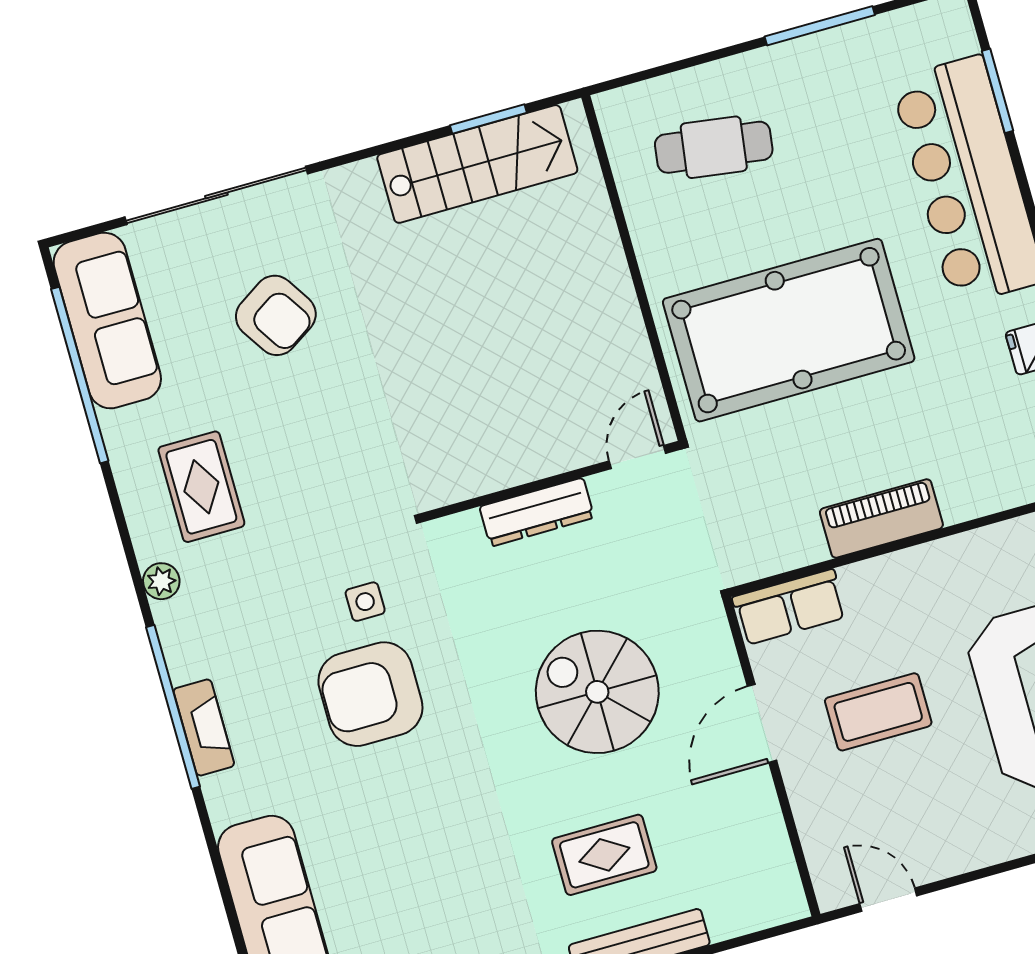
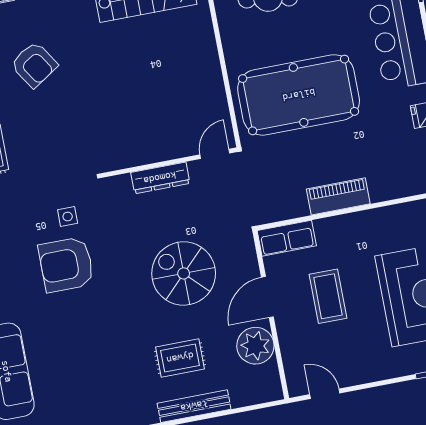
coffee table: (878, 712) -> (328, 296), turned 90
plant: (747, 819) -> (255, 346), added

